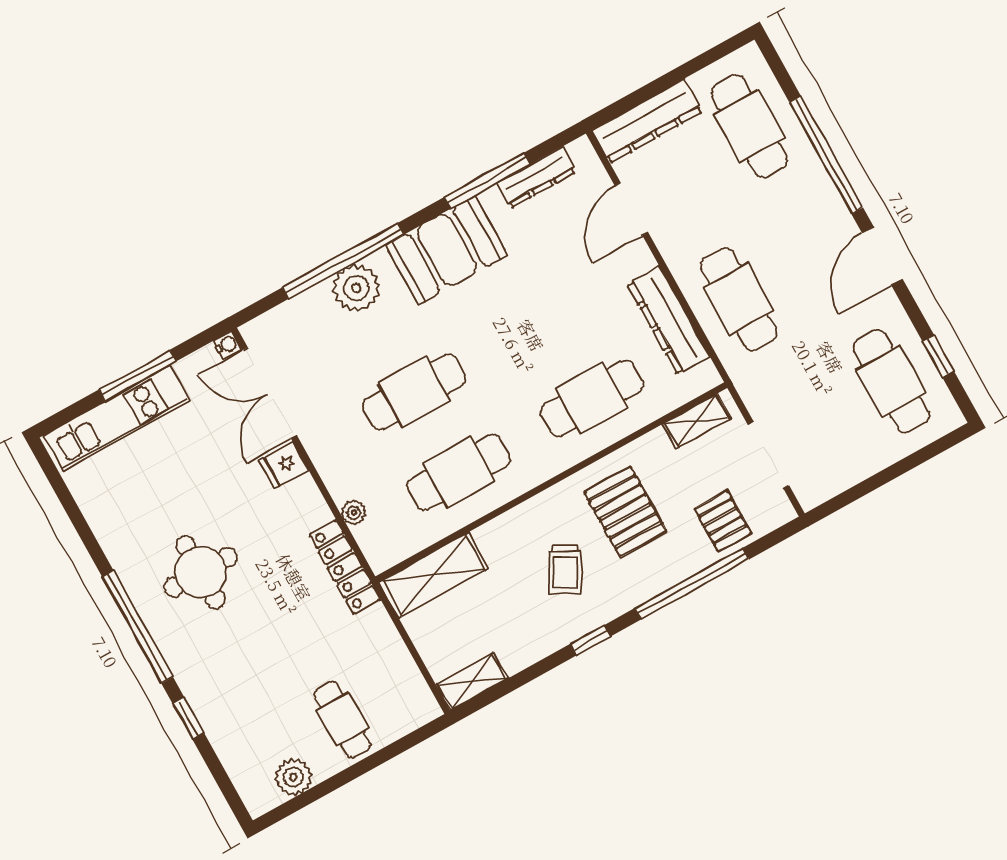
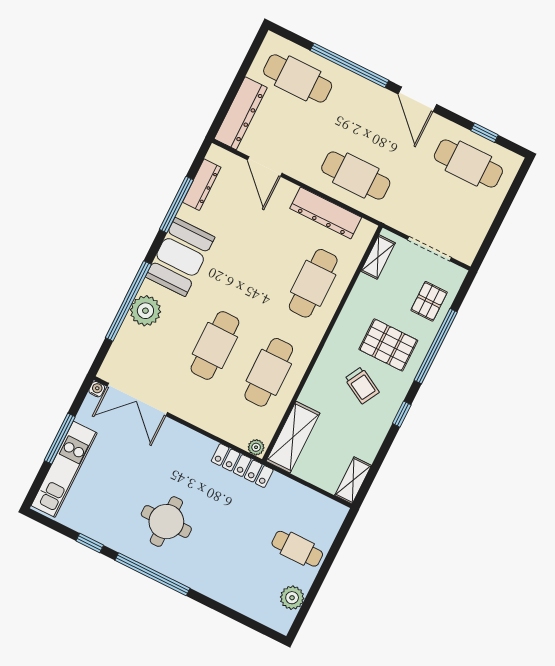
fridge: (284, 465) -> (171, 433), removed
pallet: (625, 512) -> (388, 345), moved
plant: (354, 513) -> (256, 447), moved
pallet: (723, 521) -> (429, 301), turned 90
window: (188, 718) -> (90, 543), moved

